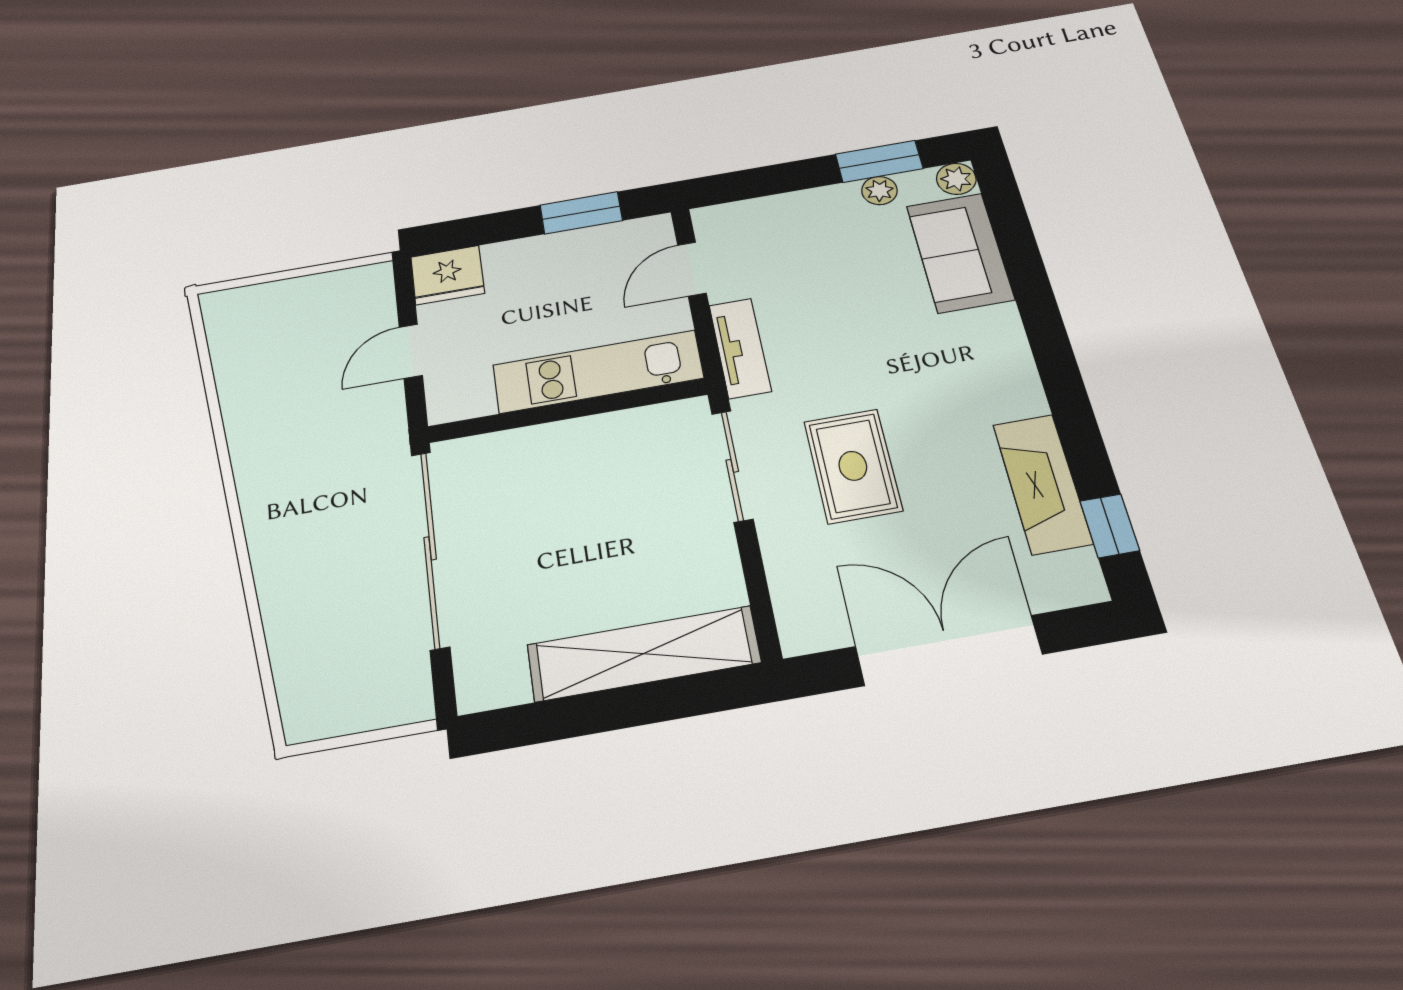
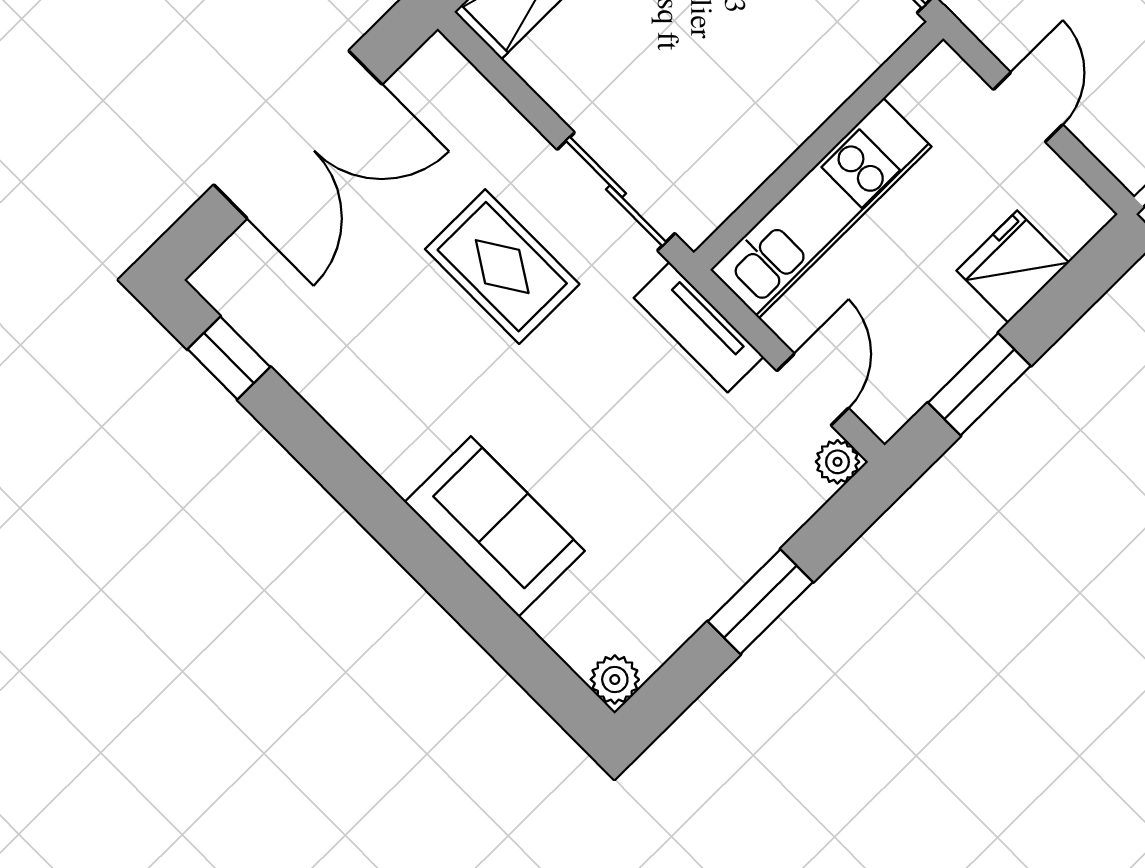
window: (879, 161) -> (760, 602), moved
plant: (879, 191) -> (838, 462), moved
sofa: (960, 252) -> (495, 526), moved
fridge: (447, 275) -> (1013, 267), moved
fireplace: (1042, 484) -> (315, 364), removed

